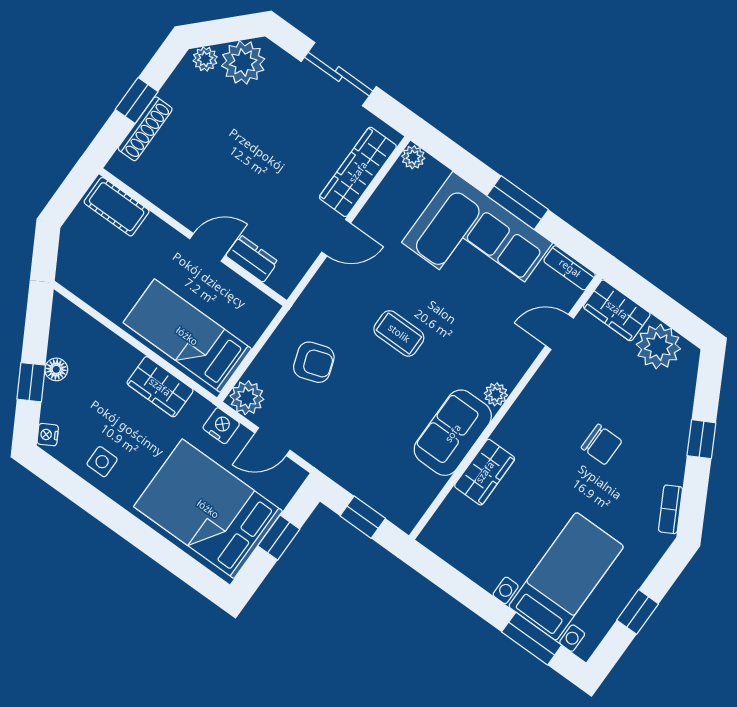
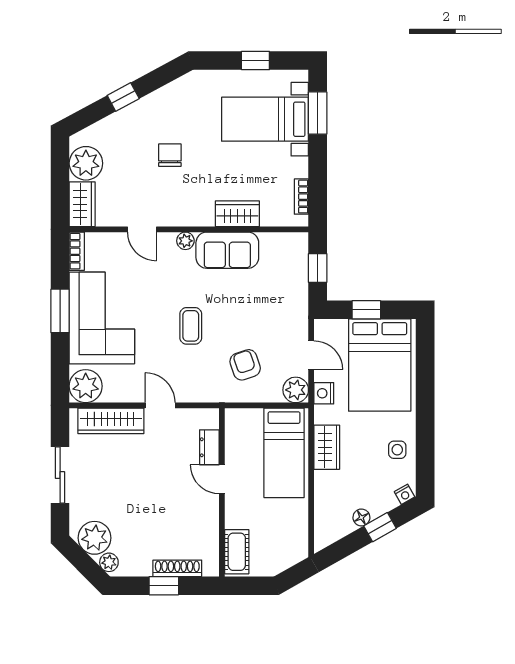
plant: (413, 157) -> (86, 386), width x1.88, depth x1.88
door: (560, 332) -> (142, 229), moved
bookcase: (671, 509) -> (301, 197), moved, turned 118

